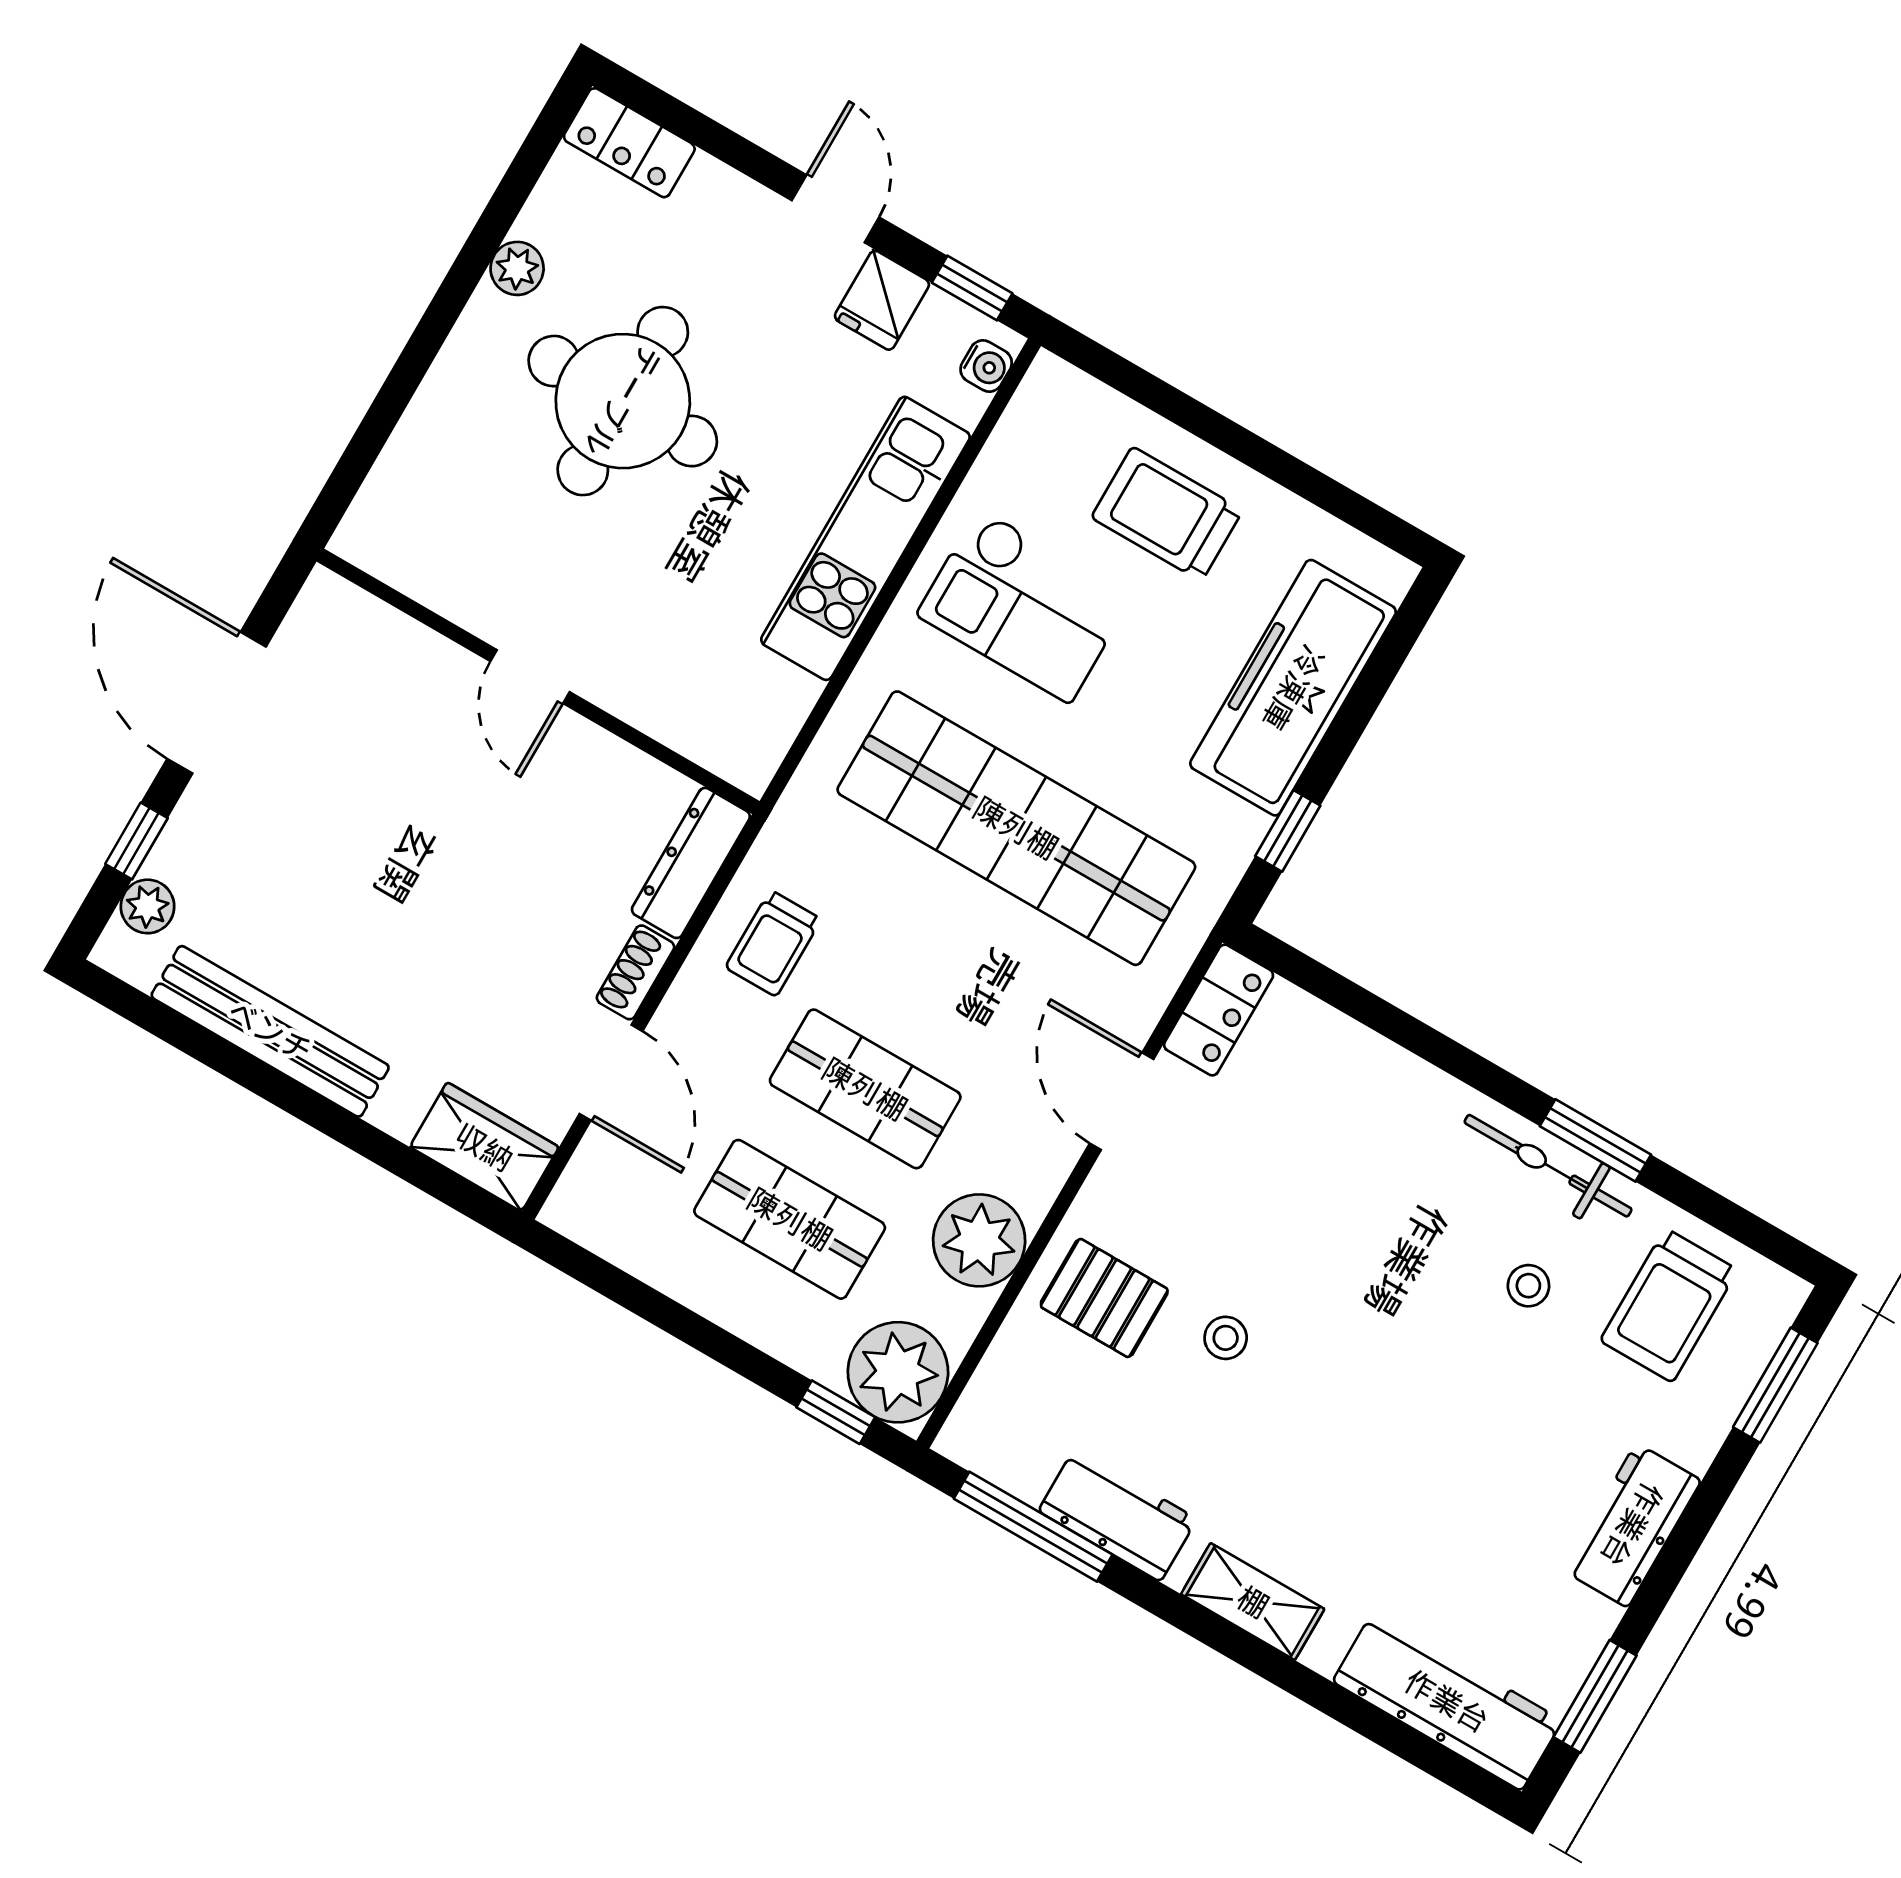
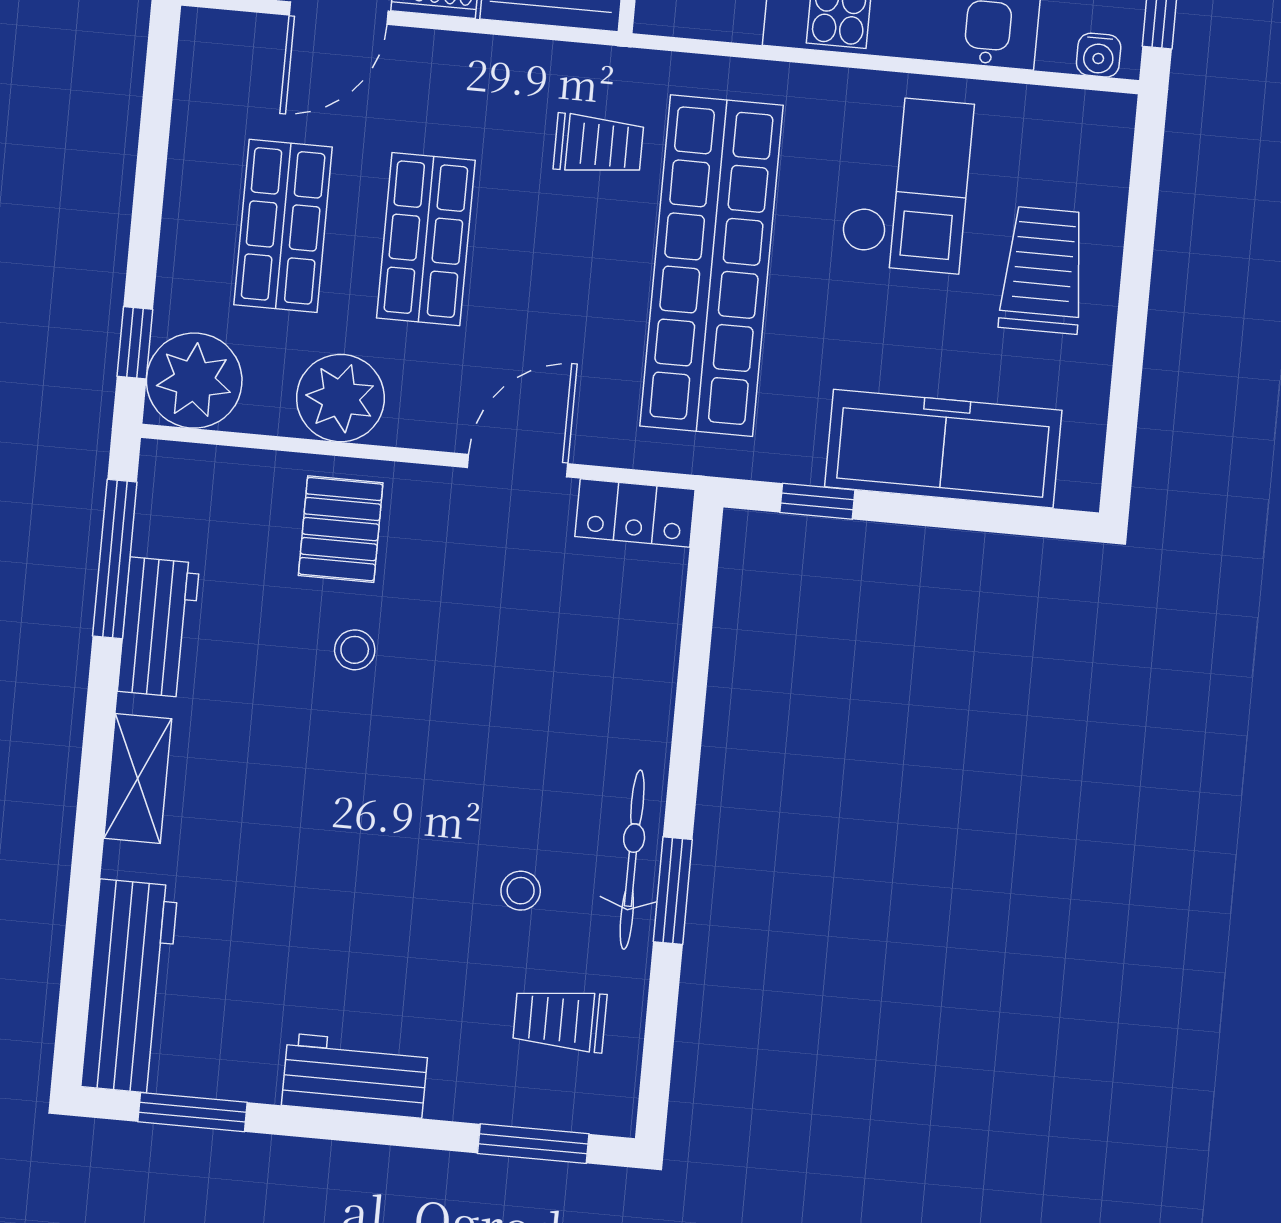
checkout: (1024, 606) -> (907, 184), turned 180
trolley: (773, 943) -> (598, 145), moved, turned 180
trolley: (1669, 1305) -> (560, 1020), width x0.73, depth x0.72

